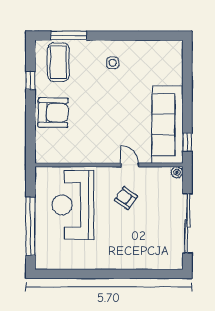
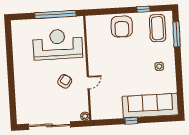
coffee table: (58, 62) -> (158, 28), turned 90
sofa: (168, 125) -> (150, 106), moved
window: (187, 142) -> (131, 121), moved
window: (30, 226) -> (55, 14), moved

